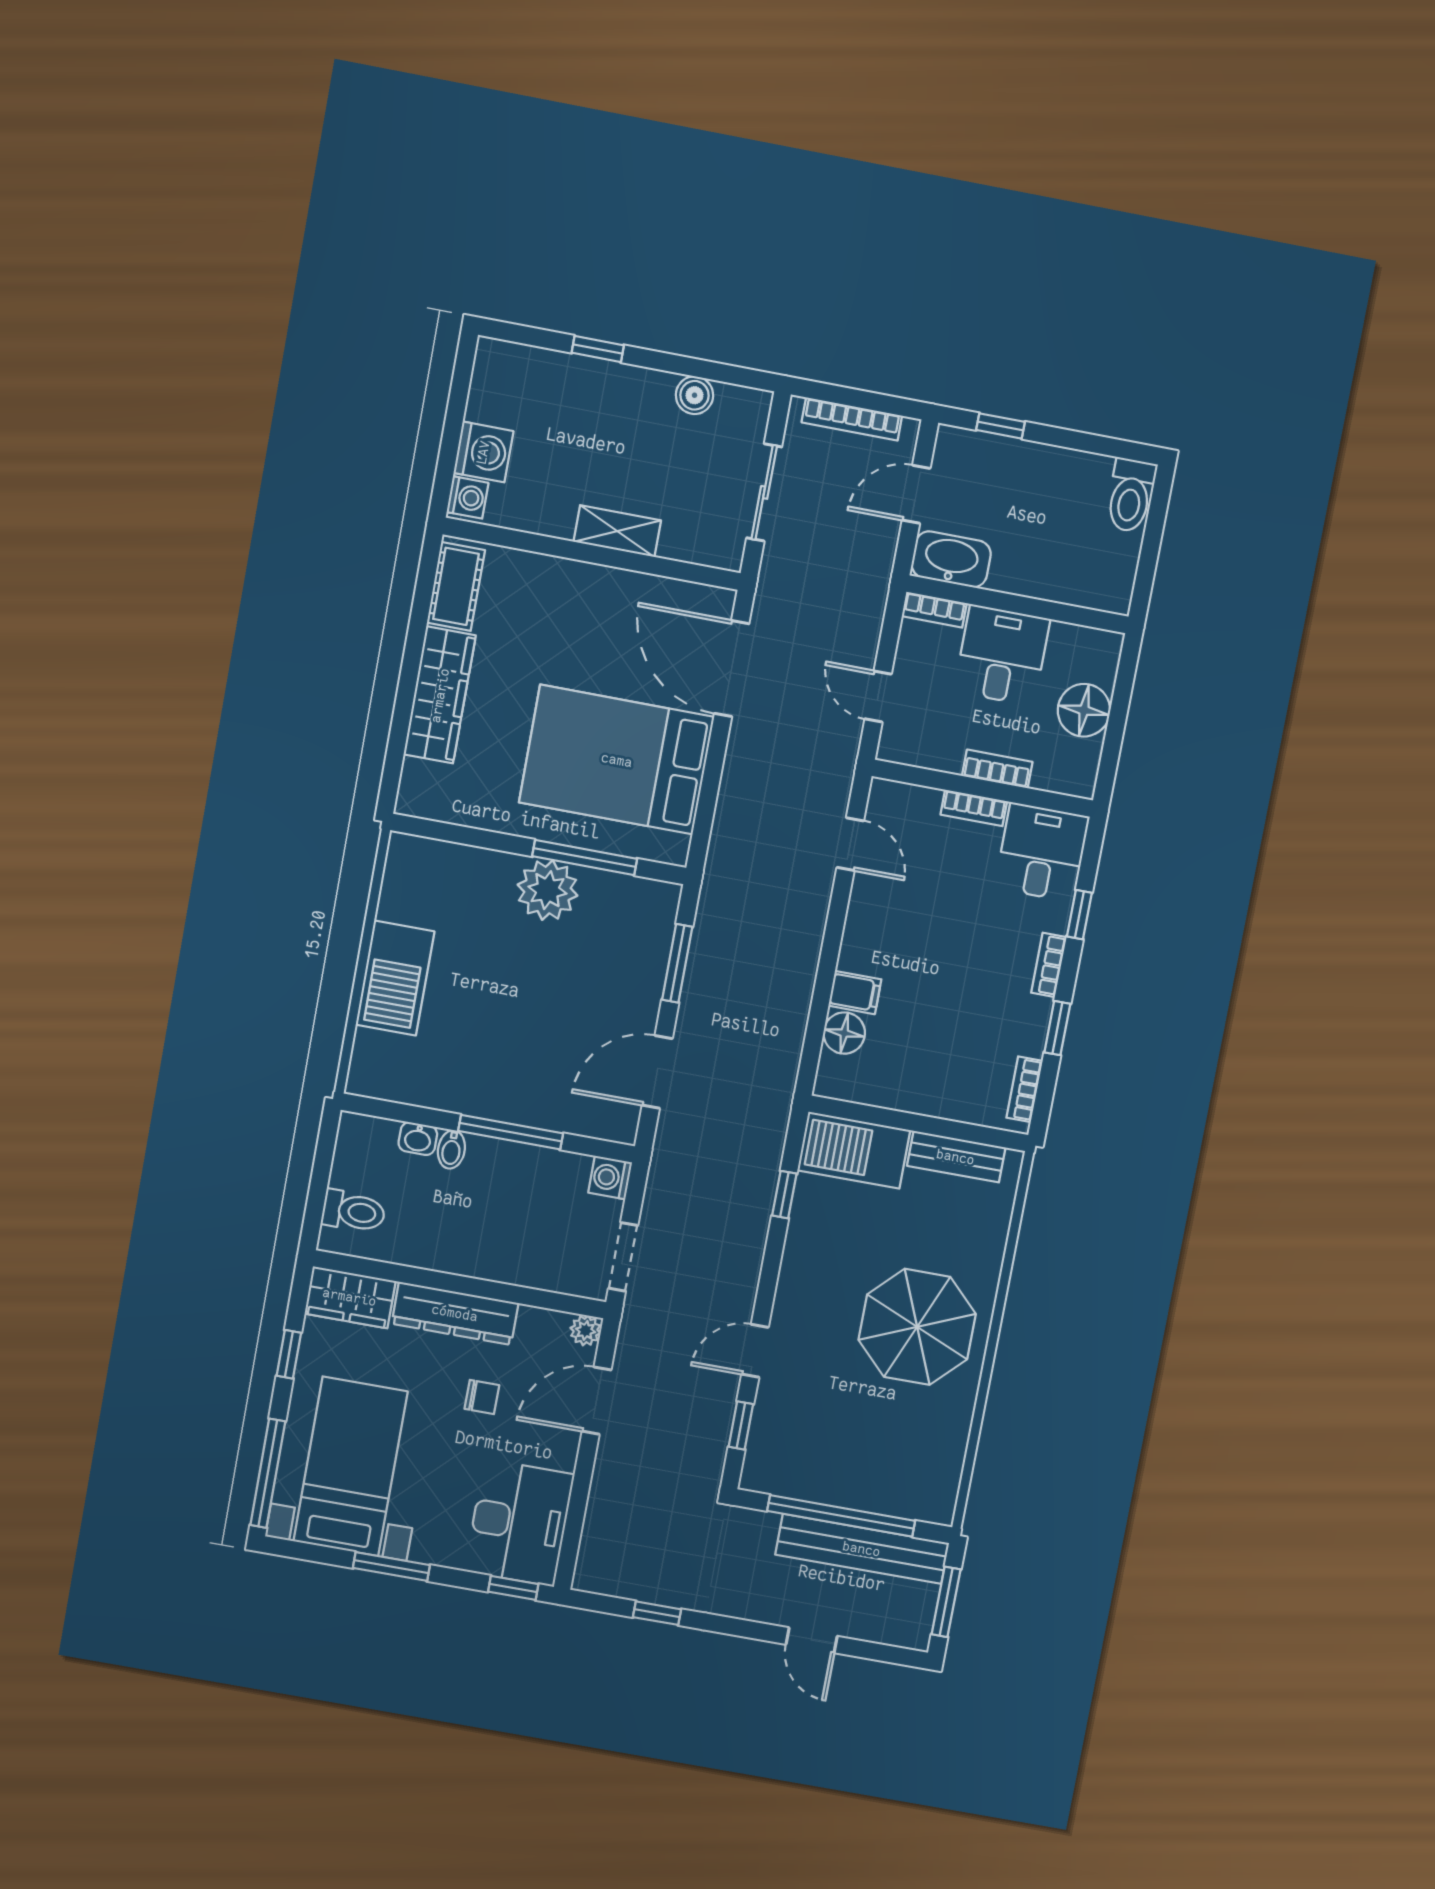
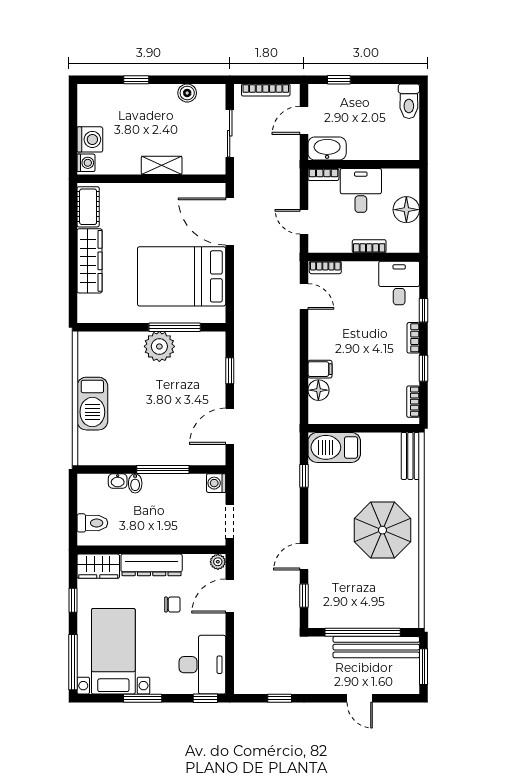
bookcase: (974, 808) -> (325, 267), moved
window: (677, 963) -> (230, 371), width x0.67
bench: (956, 1157) -> (410, 456), moved, turned 90

